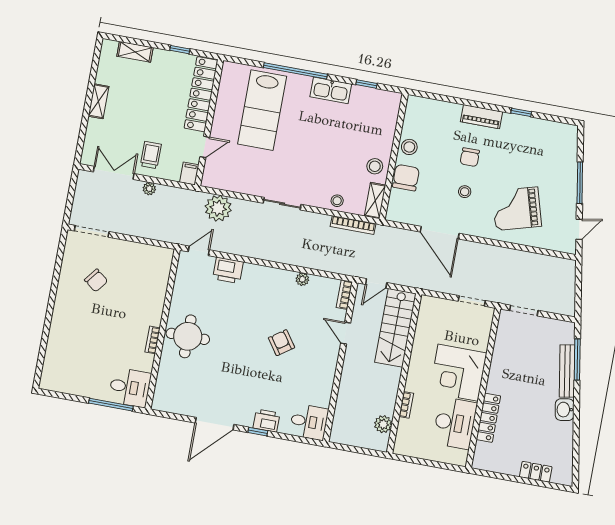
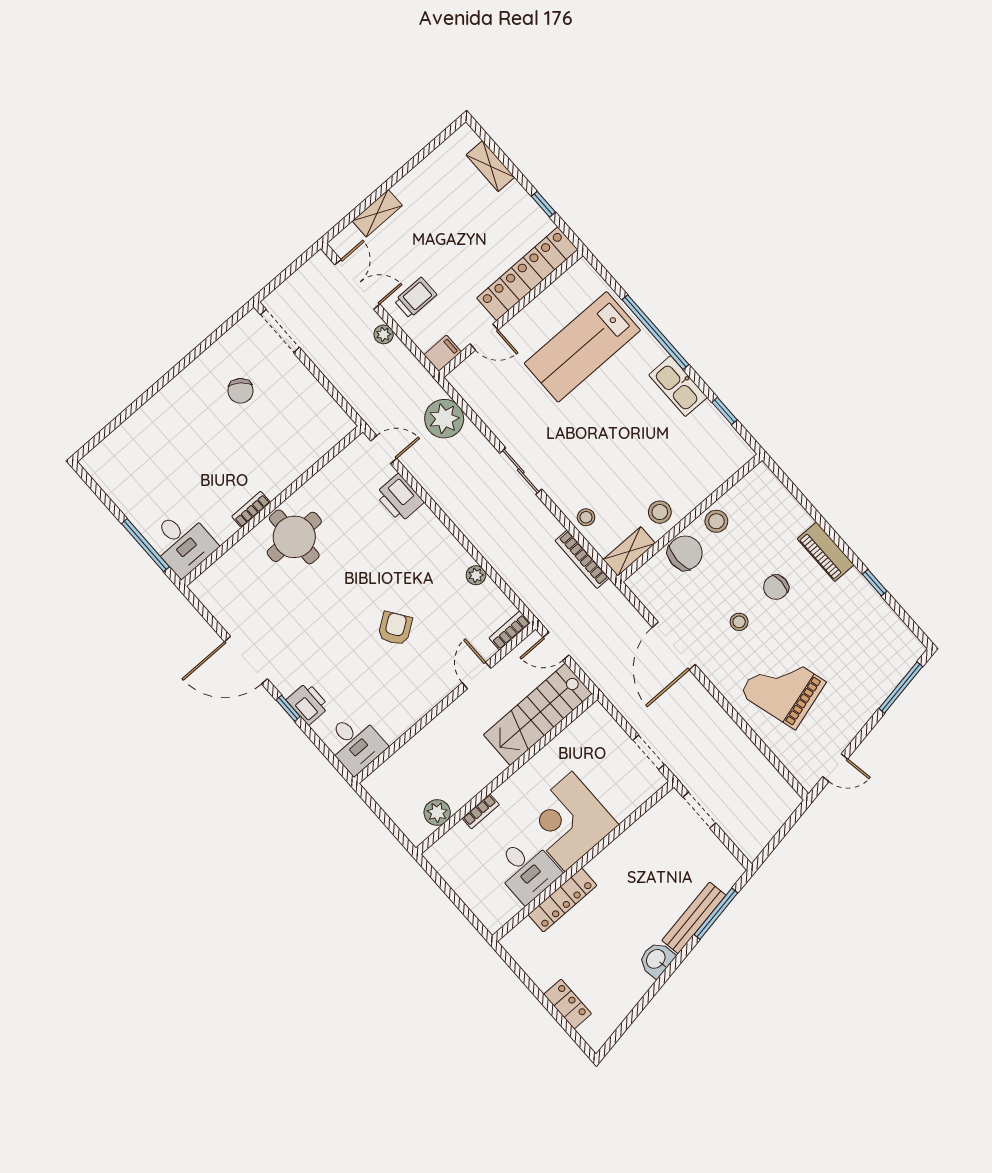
shelving: (98, 101) -> (377, 213), moved
window: (580, 183) -> (901, 688), moved
desk: (455, 423) -> (527, 870), width x0.73

